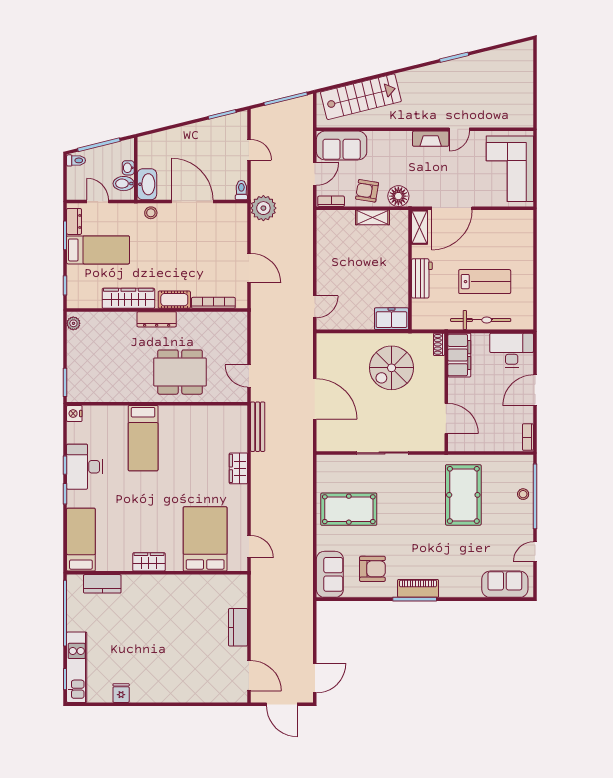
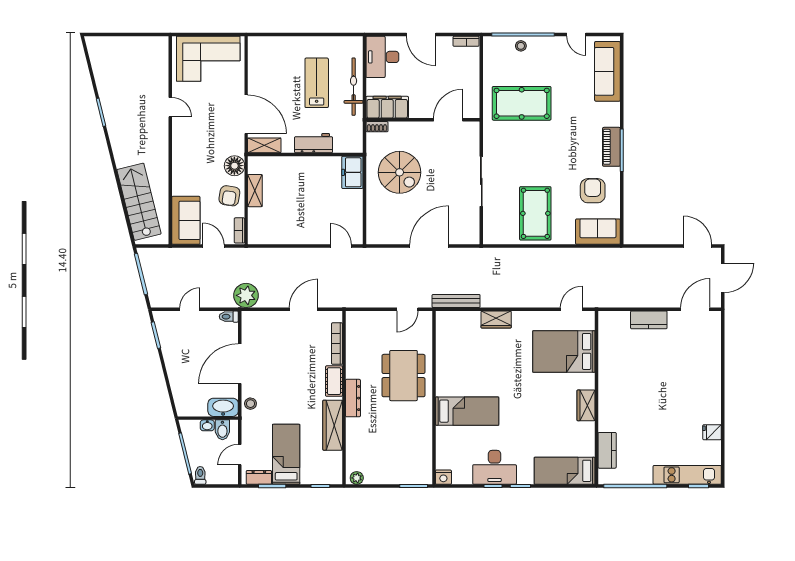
fireplace: (431, 139) -> (179, 135), removed
sofa: (505, 584) -> (607, 71), width x1.36

